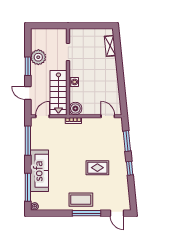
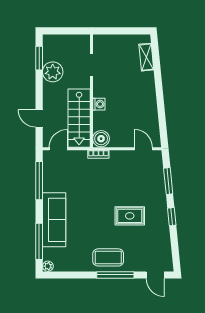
window: (28, 66) -> (39, 58), moved

